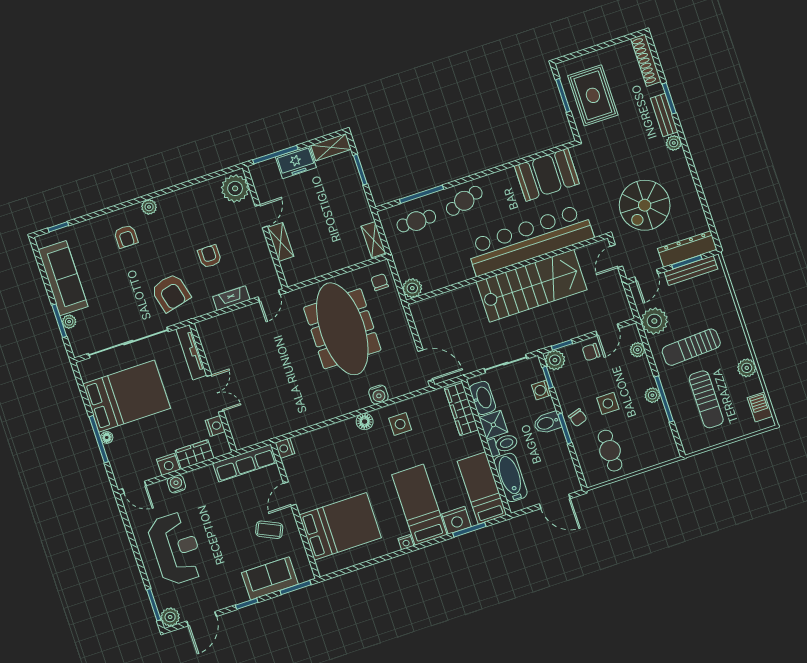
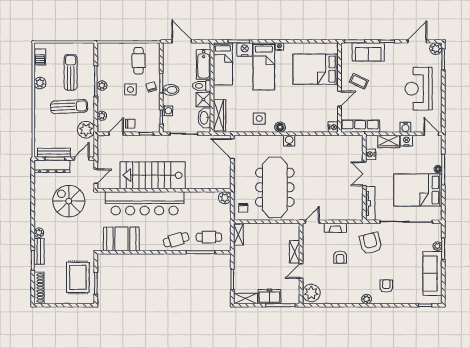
spiral stairs: (645, 205) -> (69, 201), turned -90
plant: (555, 360) -> (154, 126), removed
water cooler: (378, 395) -> (289, 141), moved

